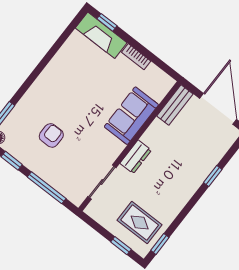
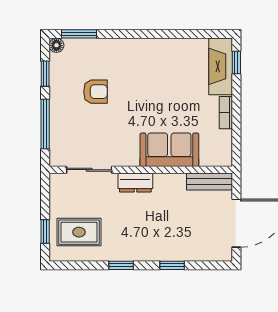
rug: (140, 223) -> (79, 232), turned 90
window: (160, 244) -> (121, 265), moved

